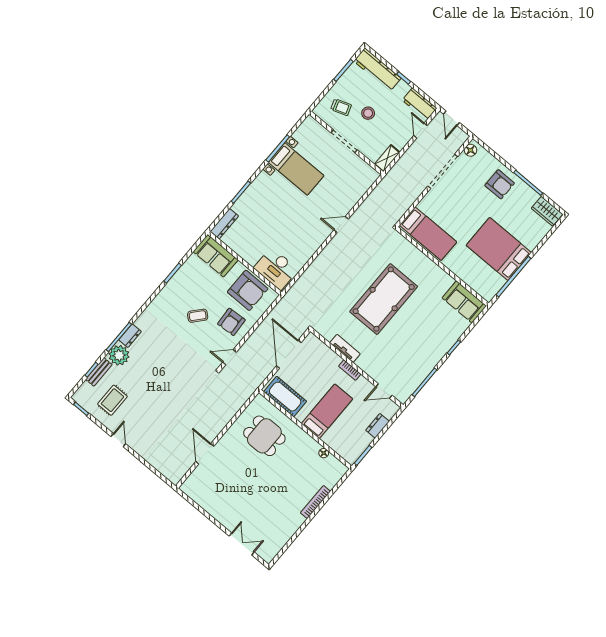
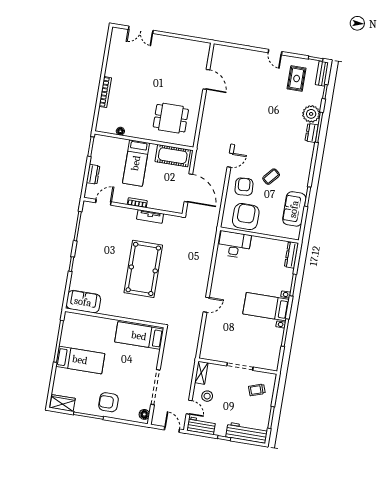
stool: (368, 113) -> (207, 396), moved
bed with nightstands: (296, 169) -> (266, 307), moved
bed: (499, 249) -> (80, 360), width x0.67
sofa: (216, 256) -> (294, 209), moved, turned -90
armchair: (248, 290) -> (246, 217), turned 90
bench: (99, 372) -> (322, 74), moved

